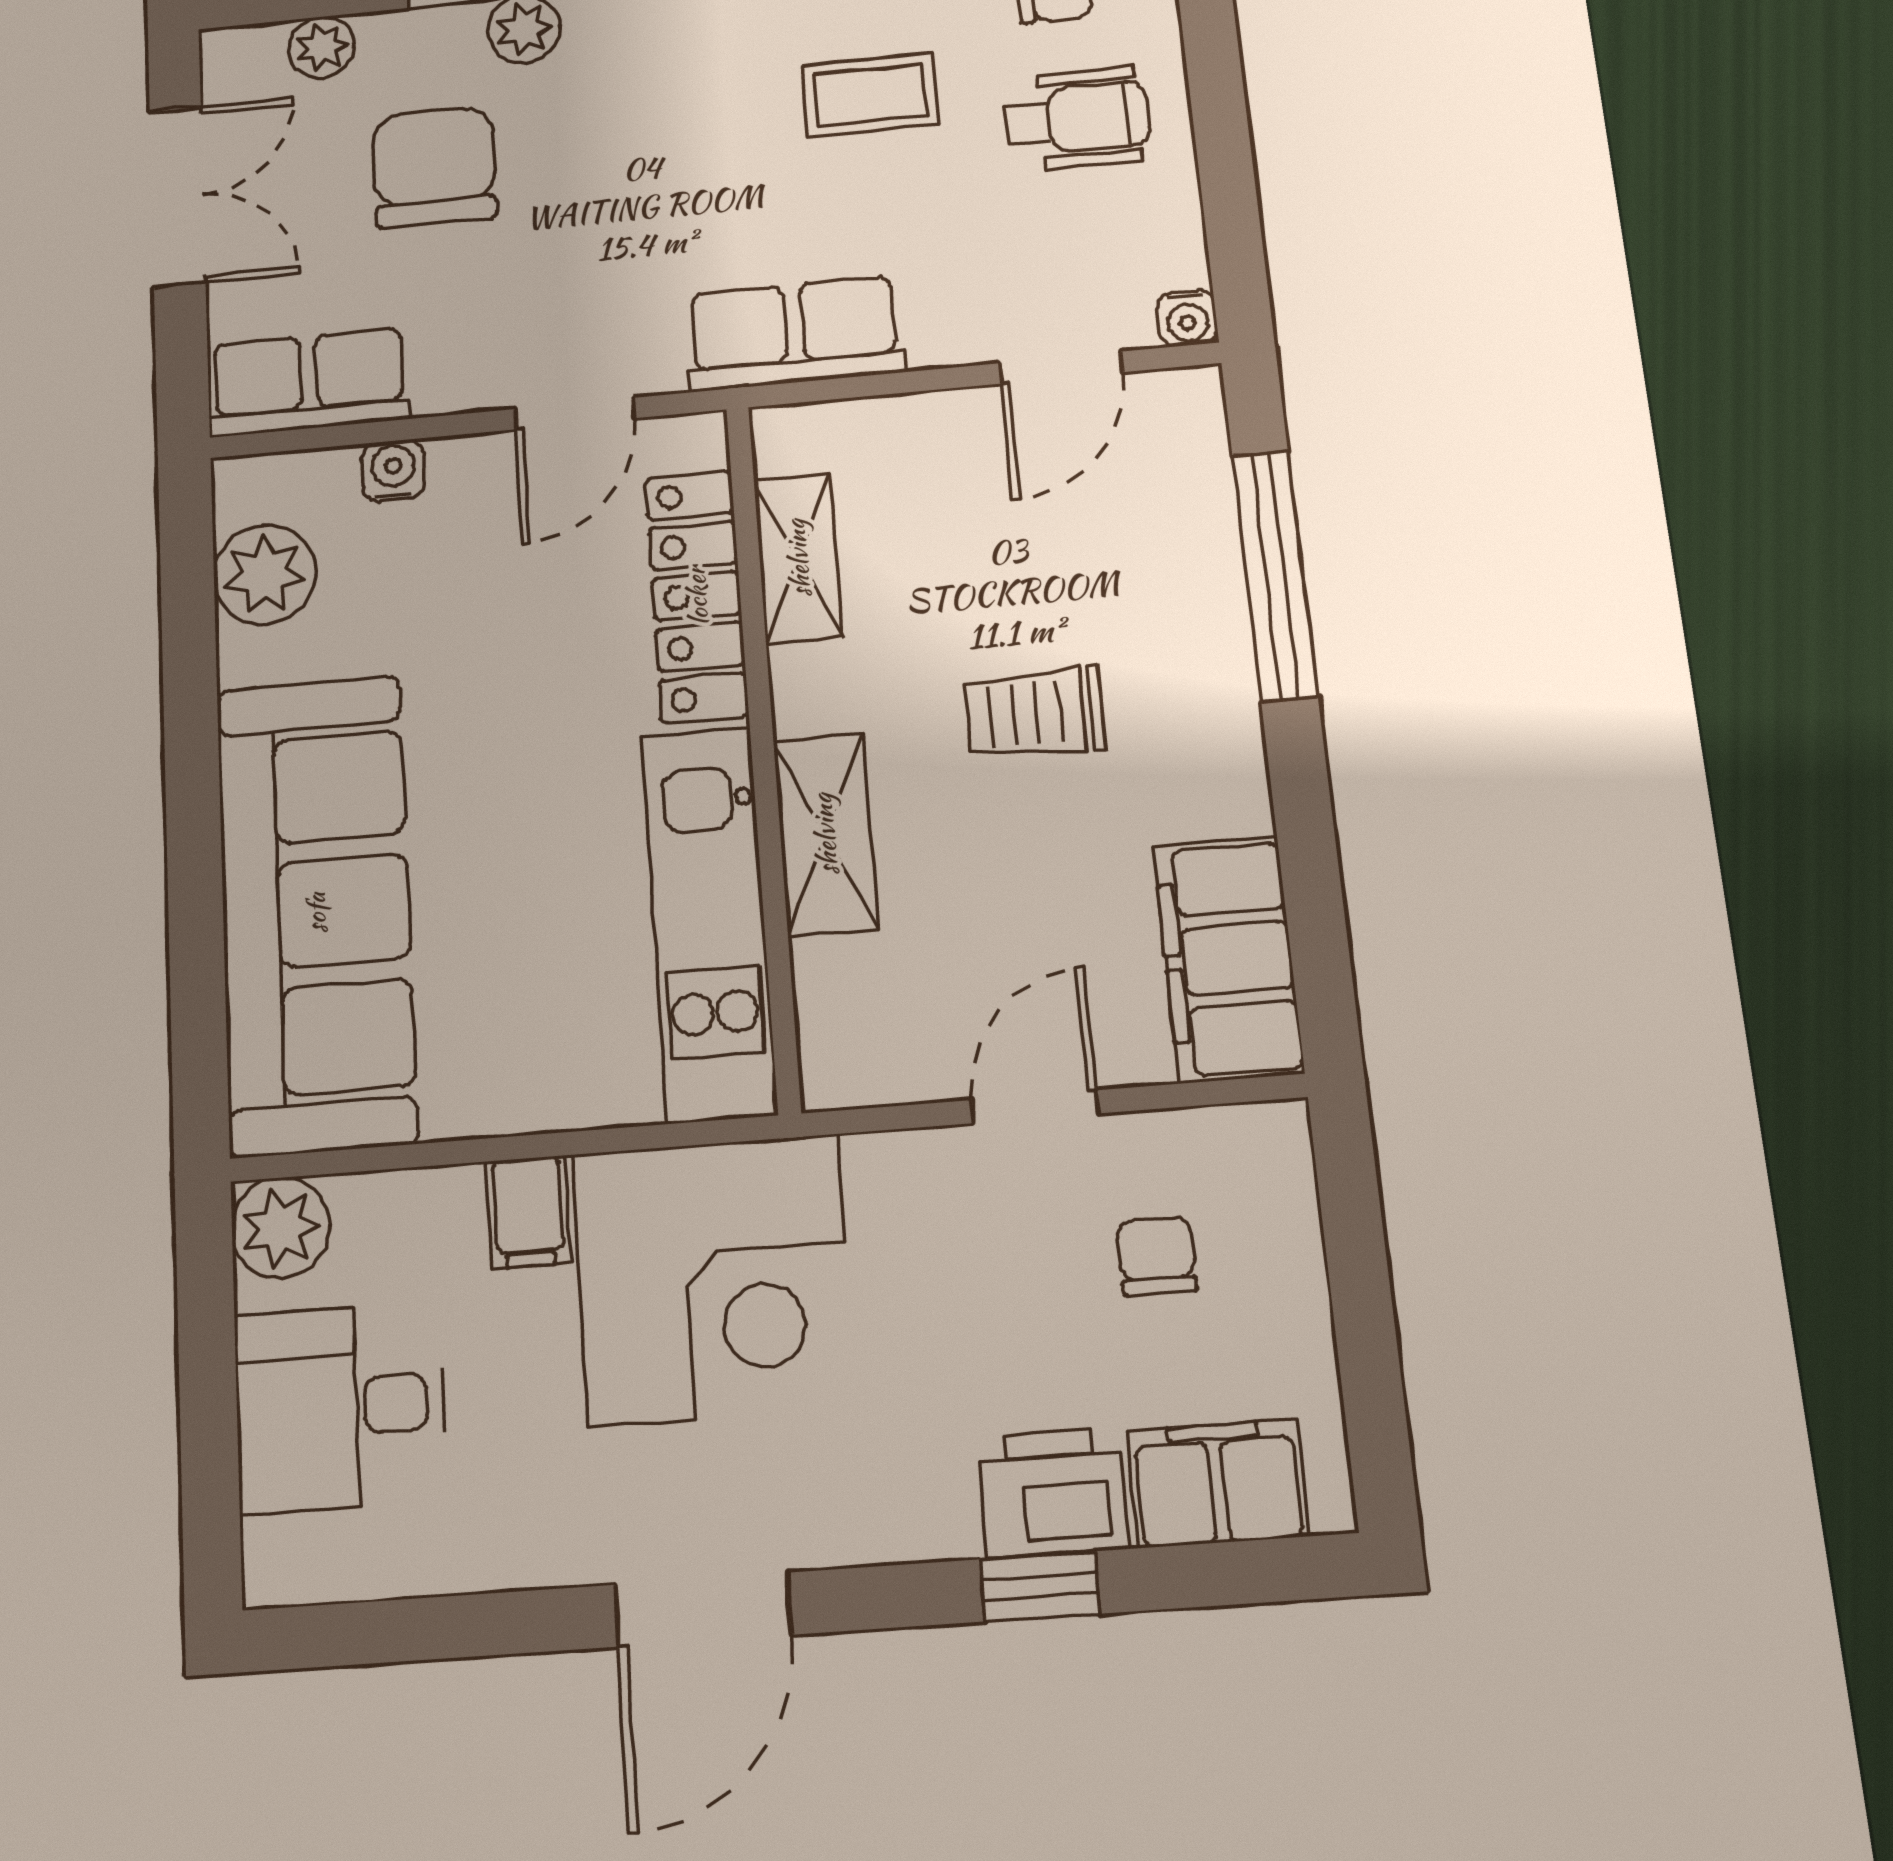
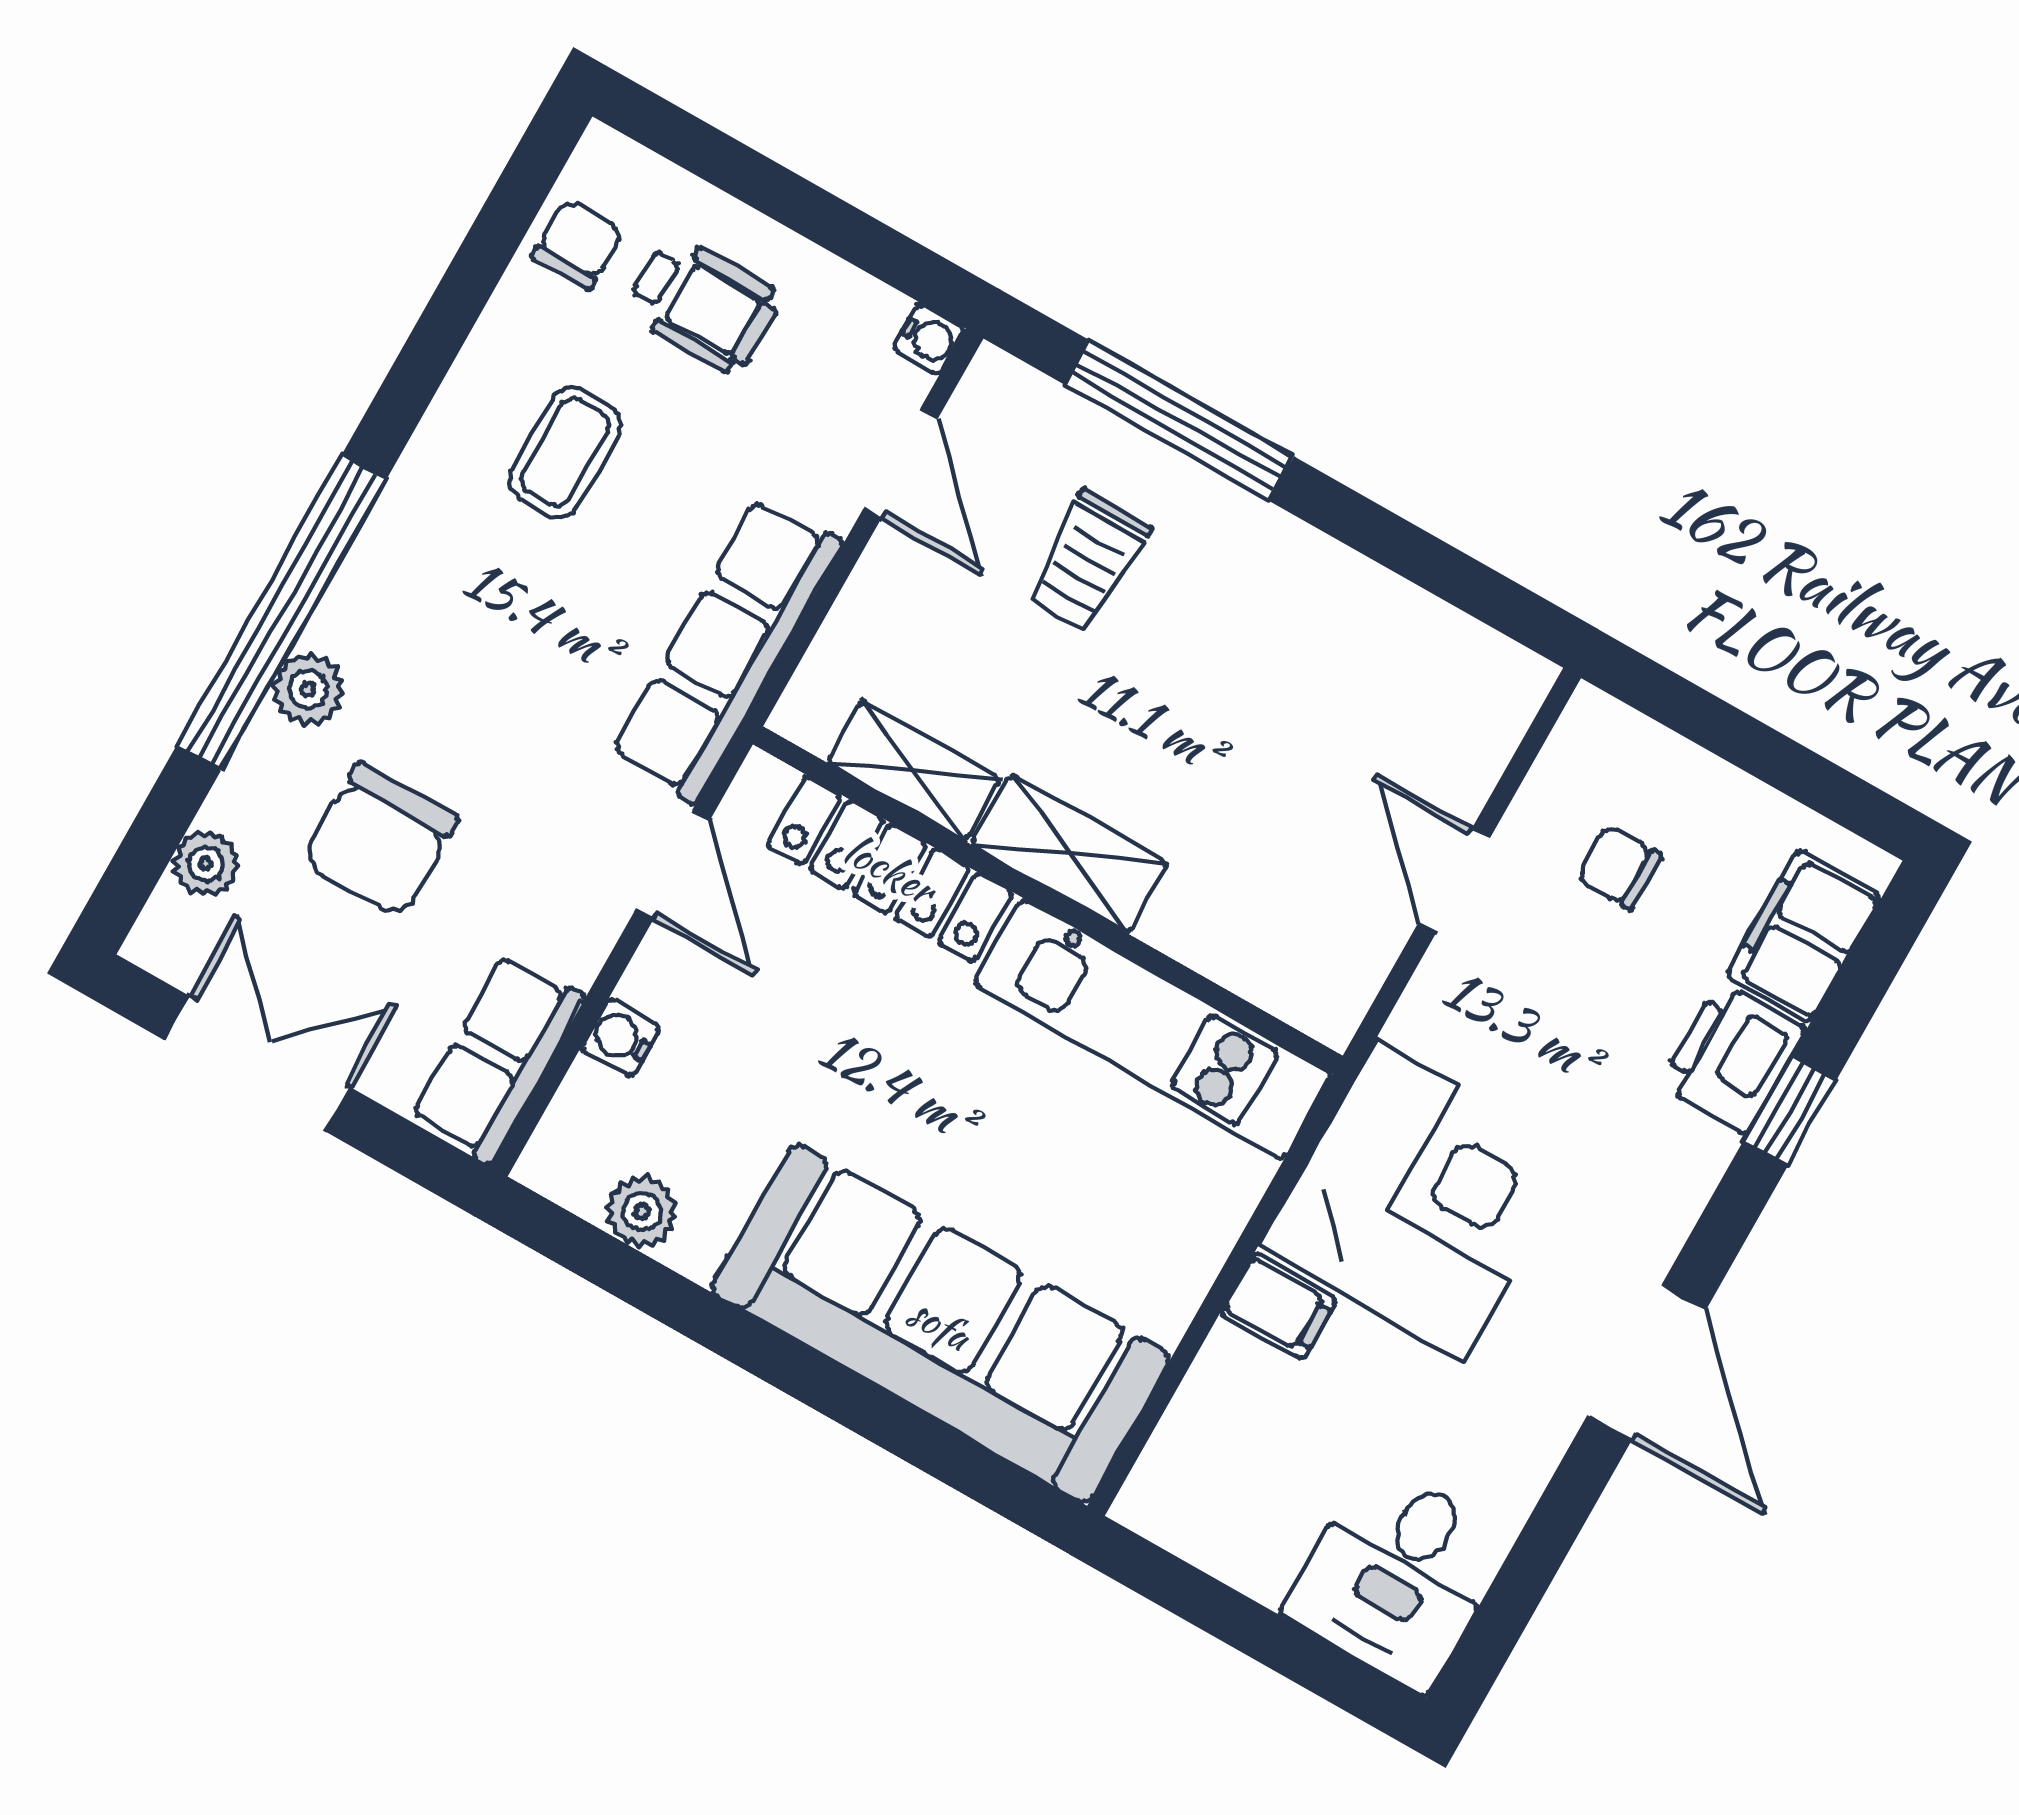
wheelchair: (1078, 119) -> (703, 304), turned 90
chair: (434, 167) -> (380, 840), turned -90
row of seats: (794, 334) -> (727, 650), width x1.48
plant: (265, 574) -> (642, 1212), width x0.73, depth x0.73
trolley: (1035, 713) -> (1088, 561), moved
shelving: (825, 834) -> (1070, 854), moved
filing cabinet: (1228, 959) -> (1443, 663), removed
plant: (281, 1228) -> (1166, 1499), removed
desk: (340, 1407) -> (1398, 1576), moved

